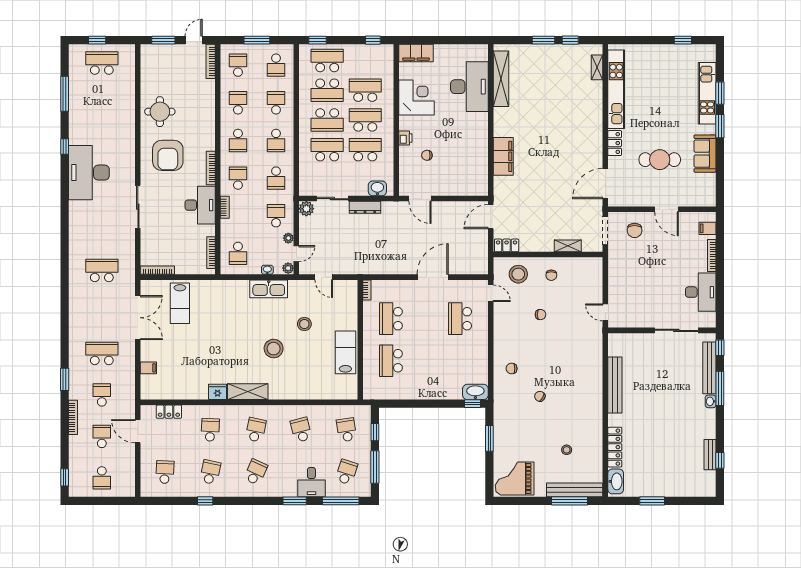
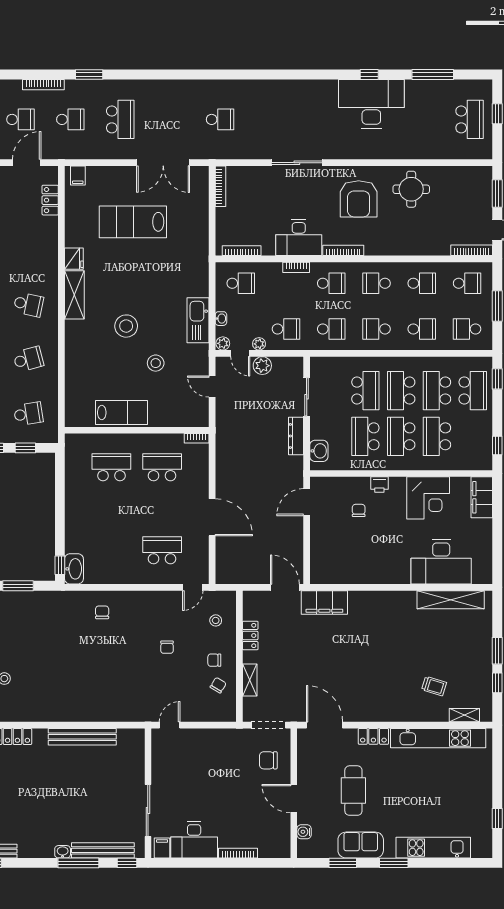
school desk: (365, 90) -> (437, 436), turned 180
trolley: (573, 93) -> (434, 686), added
window: (720, 93) -> (343, 863), moved
school desk: (365, 120) -> (401, 436), turned 180
school desk: (365, 150) -> (365, 436), turned 180
armchair: (168, 155) -> (359, 199), turned -90
filing cabinet: (503, 156) -> (324, 602), moved
desk: (89, 173) -> (371, 104), moved
school desk: (276, 178) -> (331, 329), turned 180
water cooler: (694, 201) -> (304, 832), added
plant: (306, 209) -> (262, 366), moved
door: (666, 209) -> (294, 799), hinge flipped
filing cabinet: (707, 228) -> (162, 848), moved
locker: (507, 245) -> (250, 636), moved
school desk: (238, 253) -> (241, 283), turned 180
school desk: (102, 270) -> (220, 119), width x0.54
stool: (518, 274) -> (216, 620), width x0.53, depth x0.53
door: (324, 277) -> (212, 386), hinge flipped
lab bench: (180, 303) -> (133, 222), moved, width x1.36, depth x1.39
filing cabinet: (148, 368) -> (78, 176), moved
chair: (540, 396) -> (218, 685), moved
school desk: (210, 430) -> (28, 250), removed

